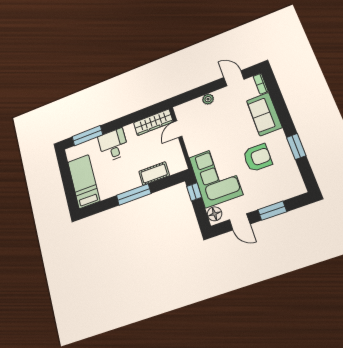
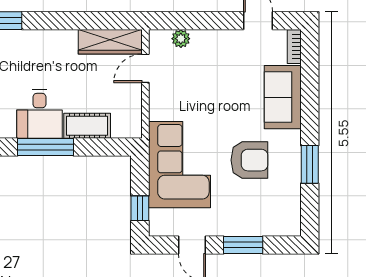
plant: (208, 99) -> (181, 39), moved
desk: (113, 145) -> (39, 114), moved, turned 180
window: (194, 192) -> (140, 208), moved
floor lamp: (215, 214) -> (160, 221), removed

